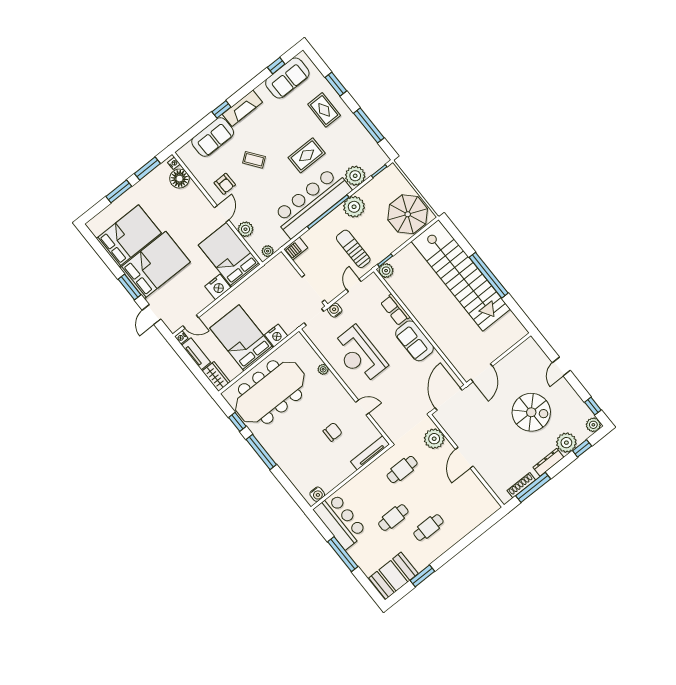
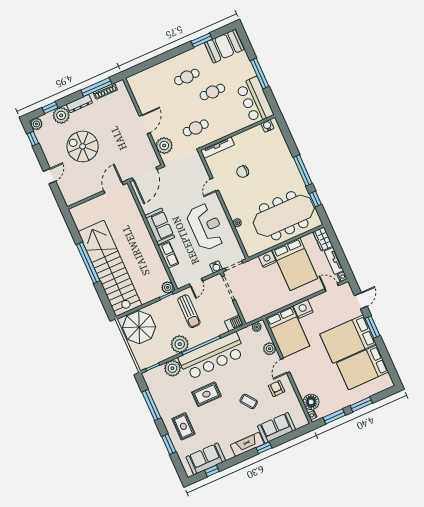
door: (362, 408) -> (214, 185), hinge flipped

